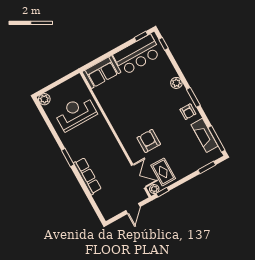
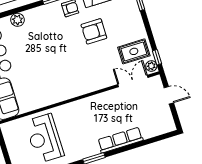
plant: (176, 83) -> (17, 20), moved
armchair: (149, 141) -> (94, 31), moved

